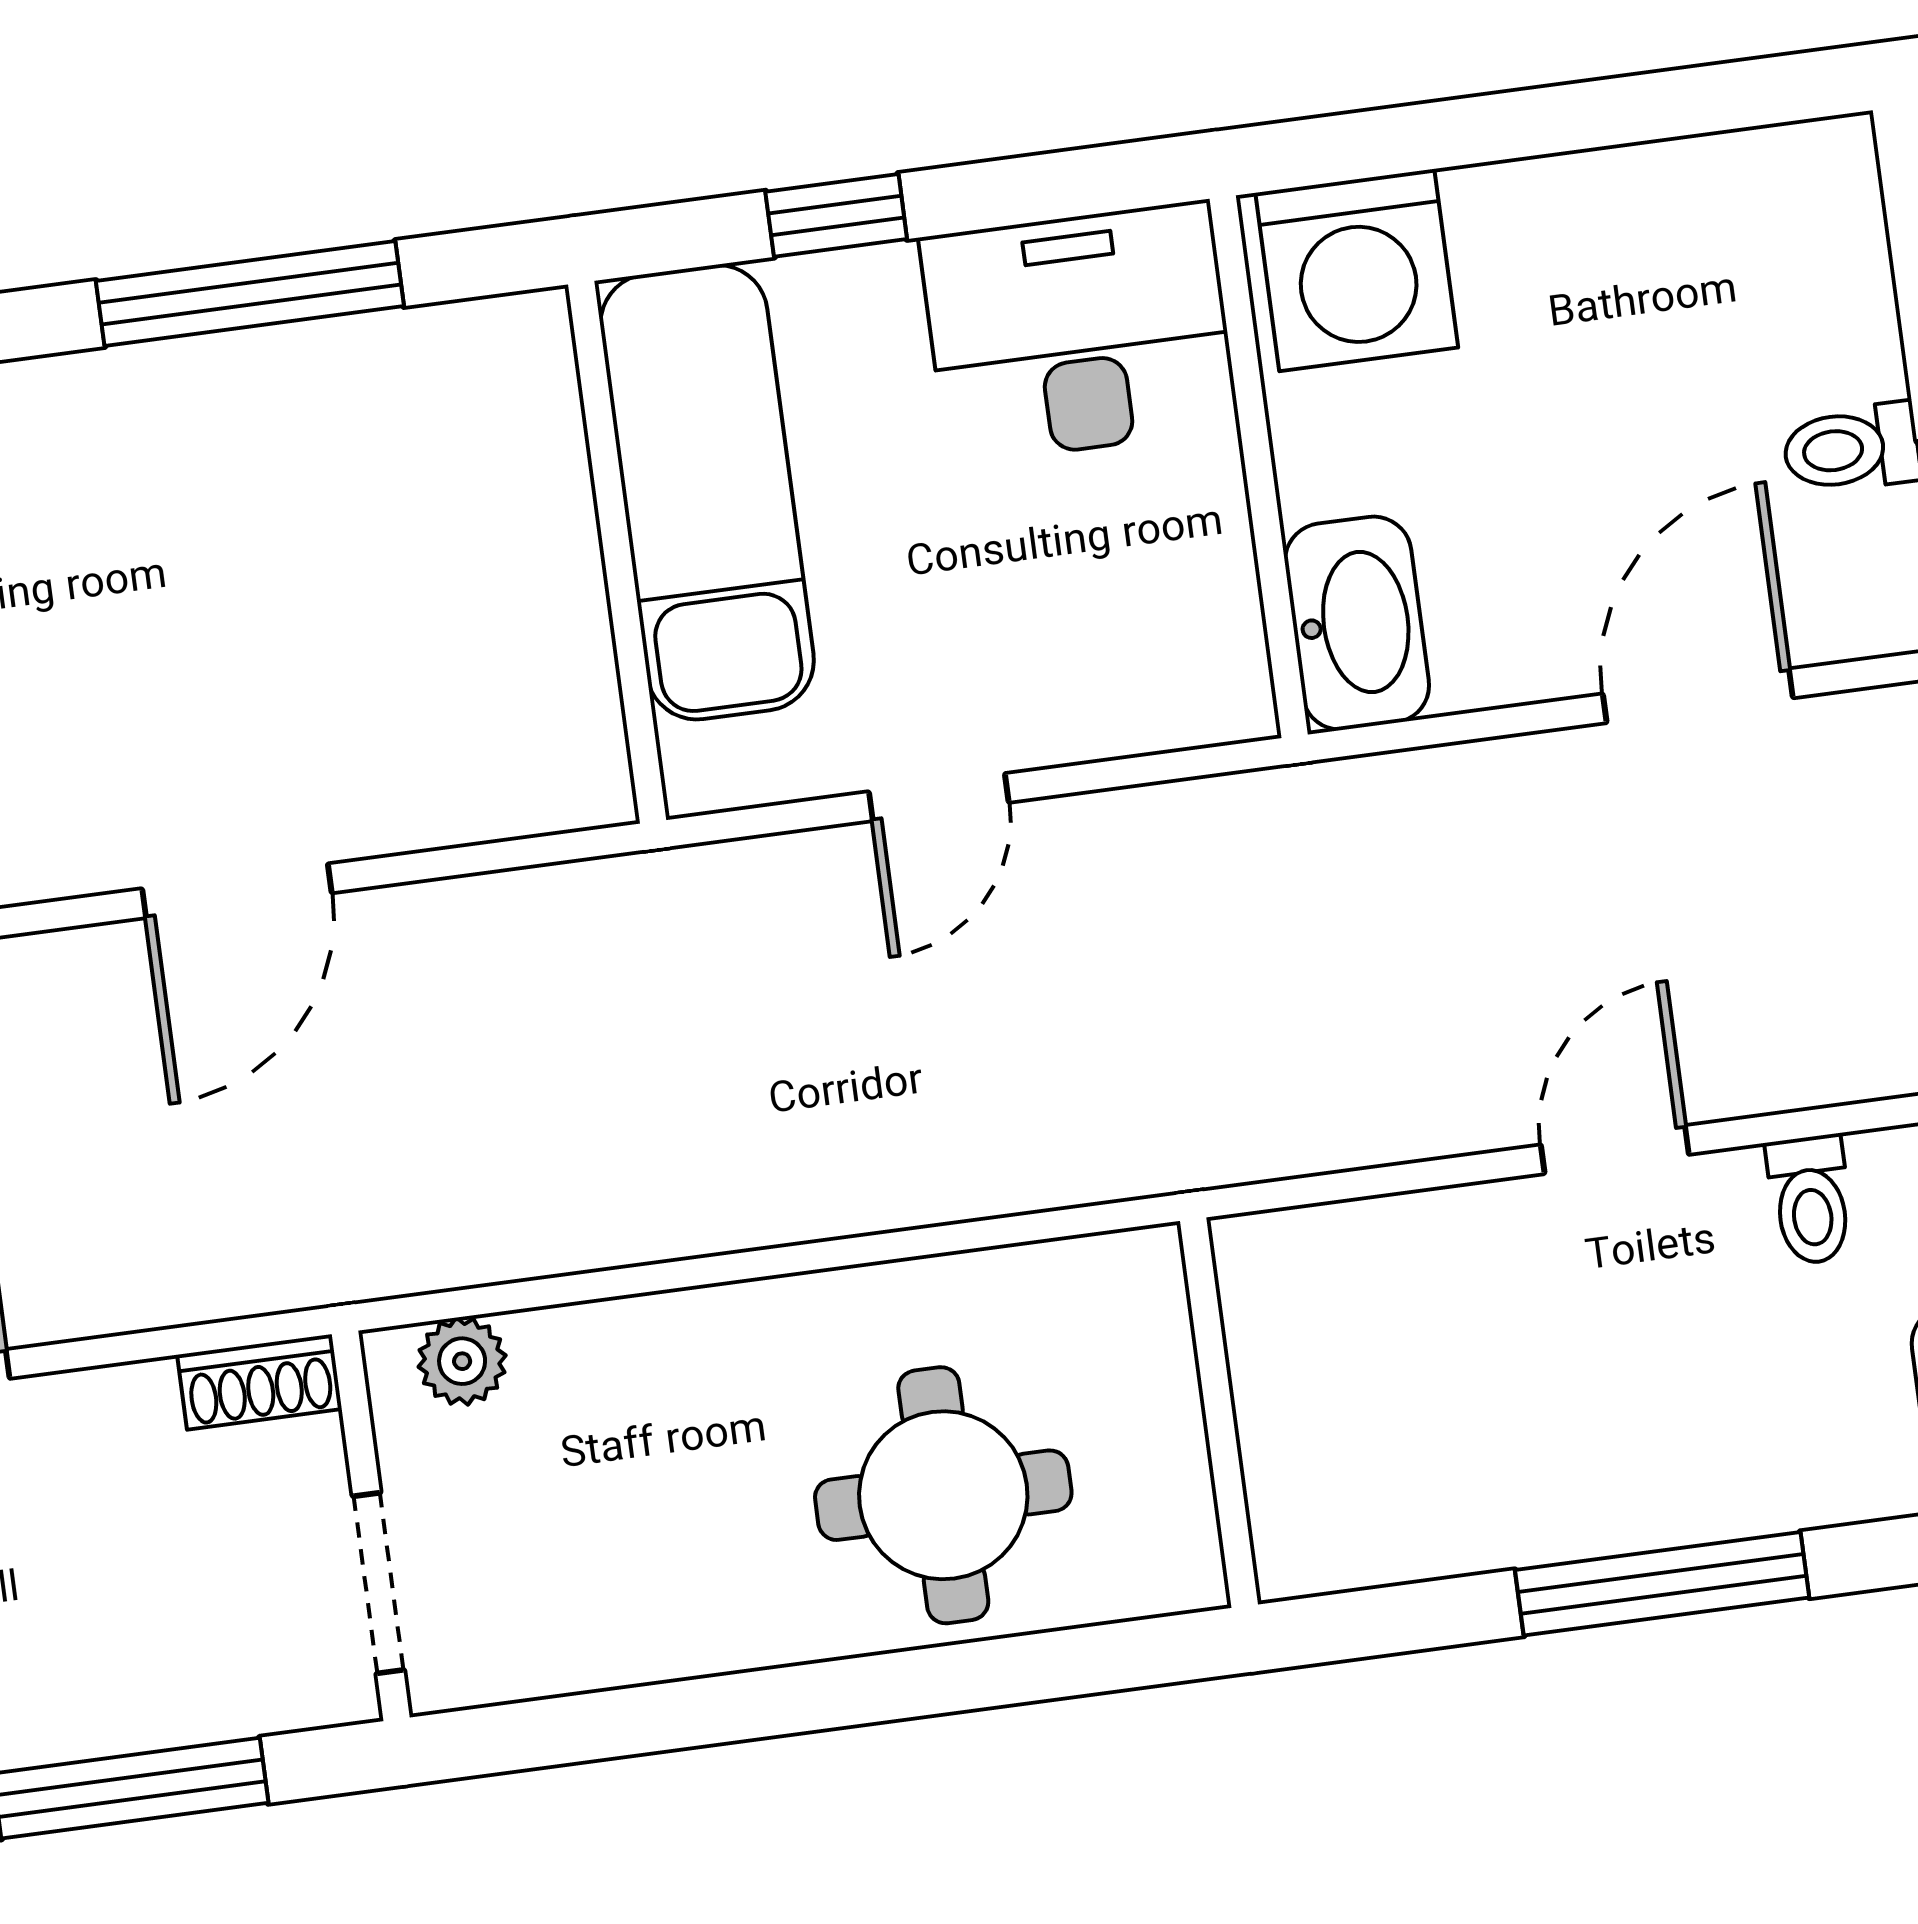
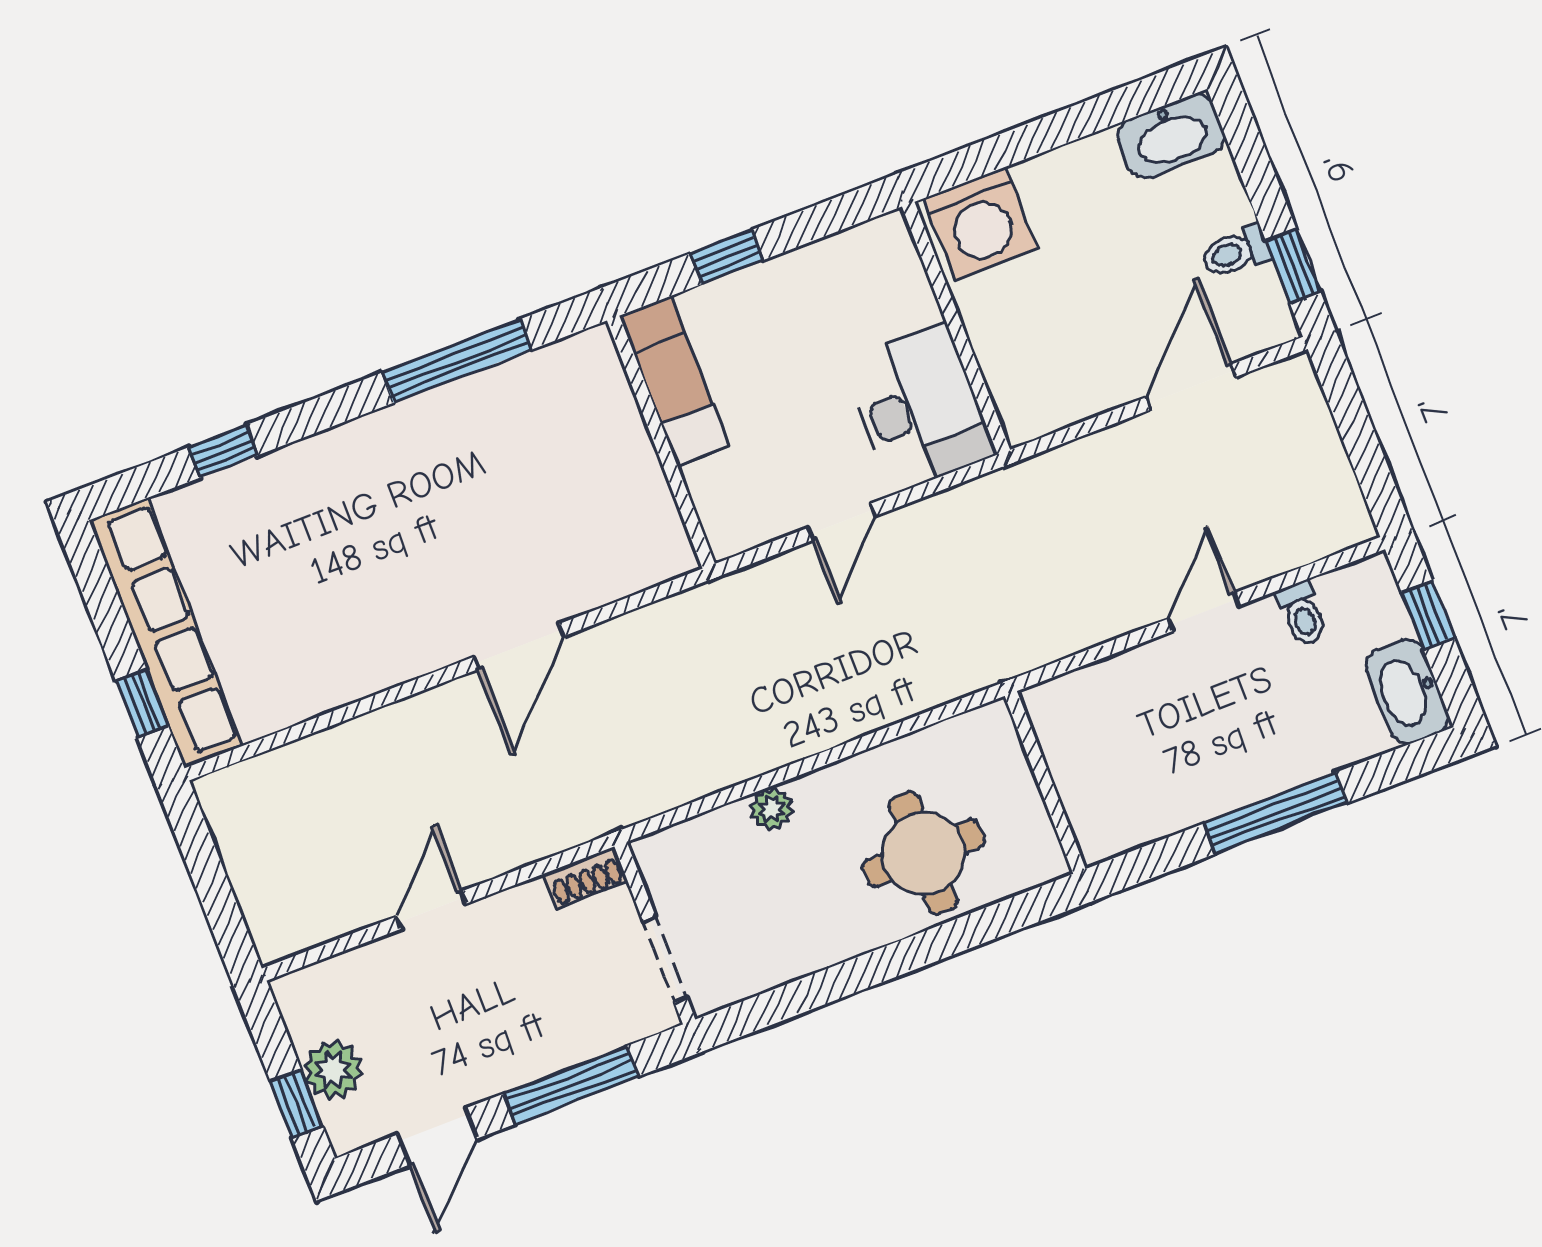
desk: (1079, 333) -> (919, 408), moved, turned 90
exam couch: (707, 492) -> (674, 381), width x0.73, depth x0.69
washbasin: (1357, 623) -> (1171, 136), moved, turned 90
plant: (462, 1361) -> (772, 809), moved

